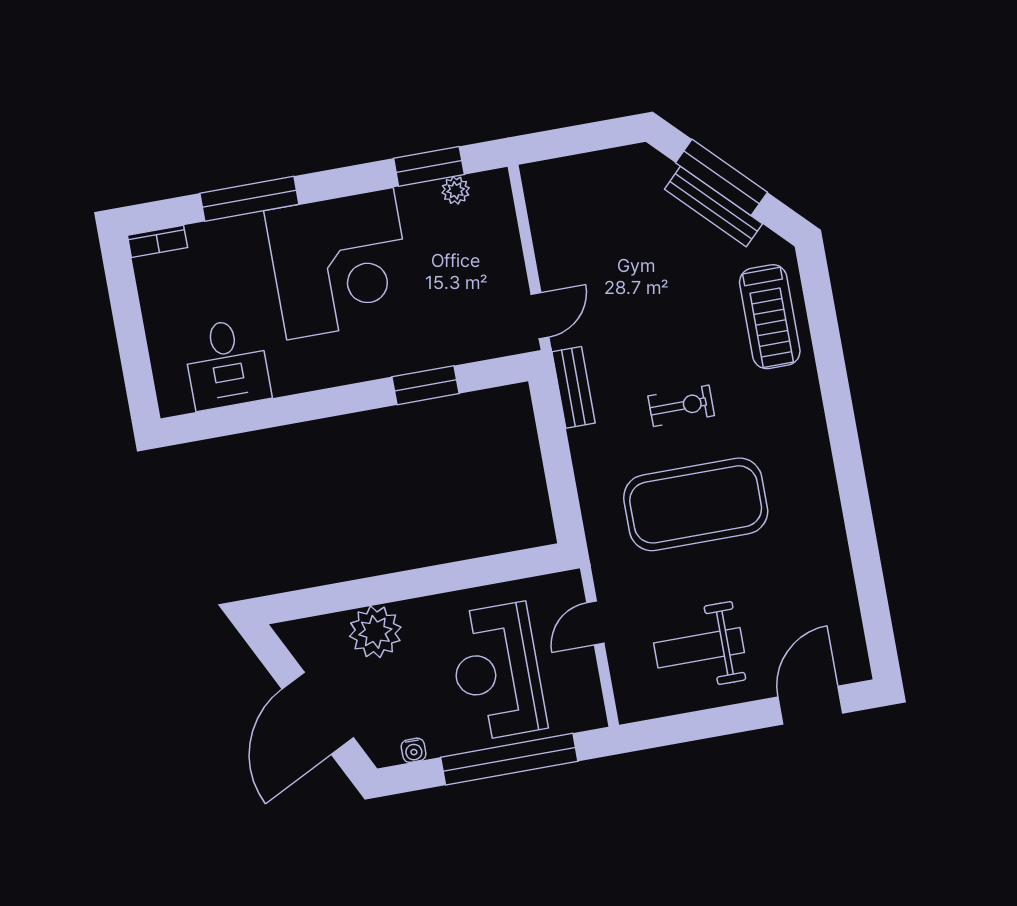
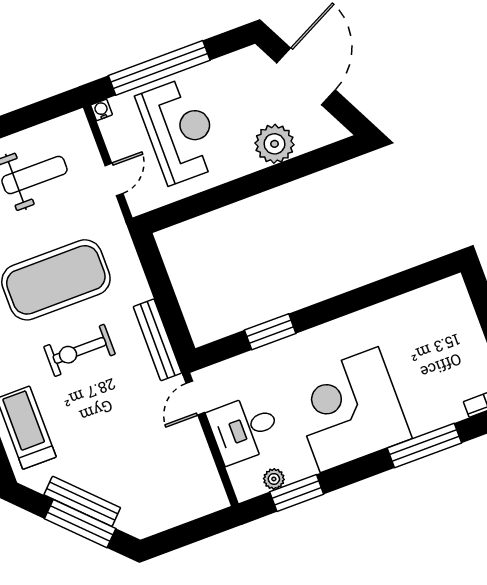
desk: (227, 364) -> (244, 429), moved, turned -90
bench: (574, 387) -> (157, 340), width x1.36
exercise bike: (681, 406) -> (80, 350), width x1.38, depth x1.39
water cooler: (414, 750) -> (101, 110), moved

